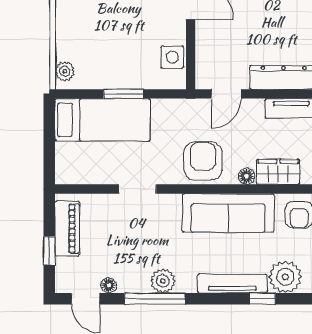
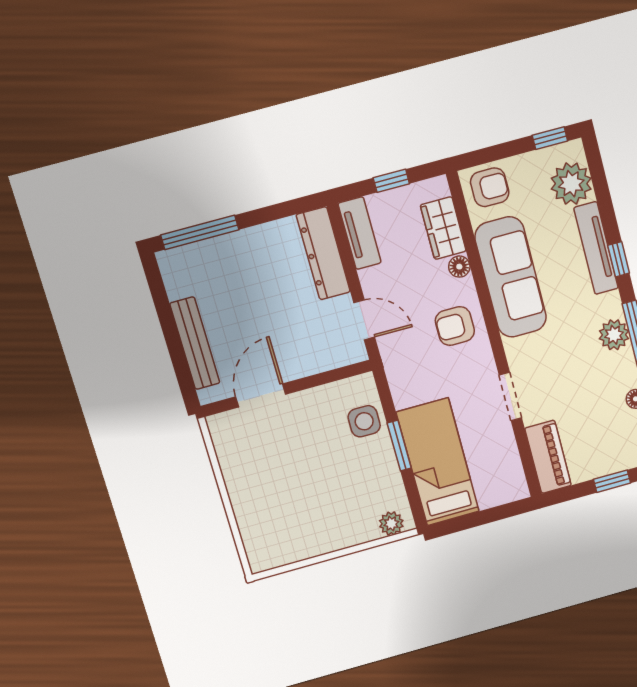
side table: (172, 57) -> (364, 421), moved
armchair: (203, 161) -> (455, 326), width x0.72, depth x0.72
piano: (67, 229) -> (548, 457), moved, turned 90
window: (262, 299) -> (619, 259), moved

